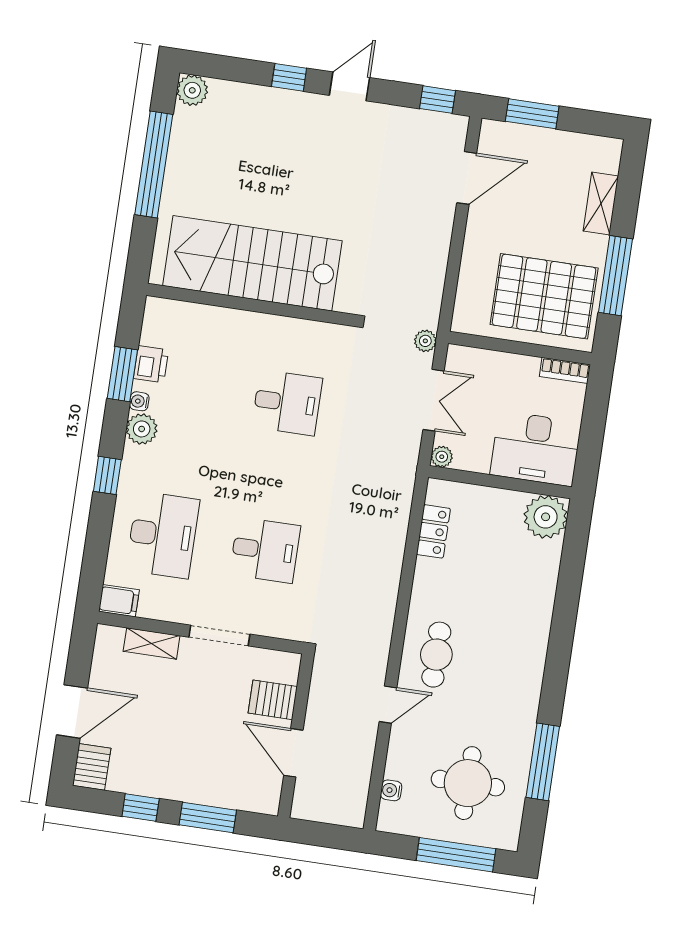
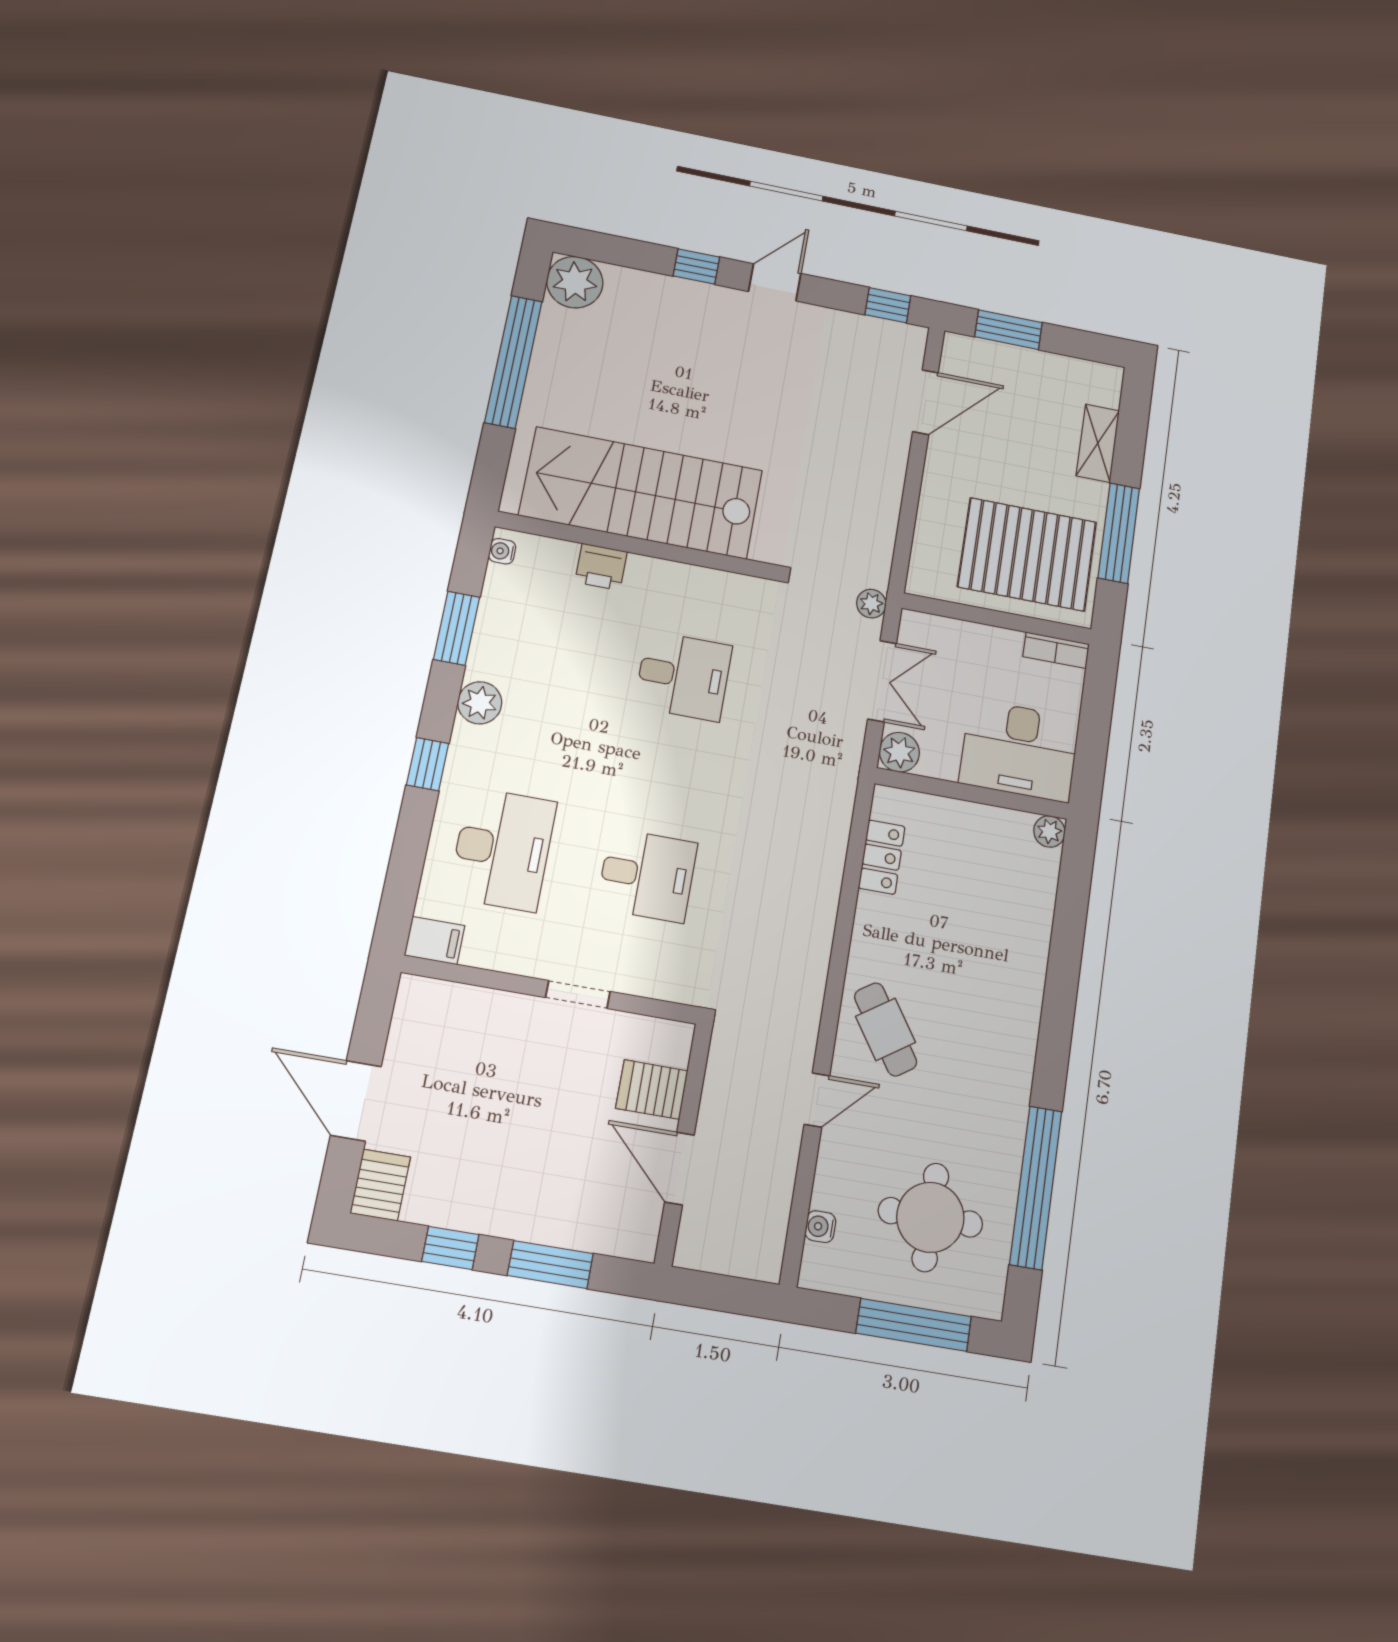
plant: (192, 90) -> (575, 282), width x1.36, depth x1.36
printer: (151, 364) -> (601, 567), moved, turned 90
water cooler: (139, 401) -> (502, 551), moved
plant: (442, 457) -> (899, 752), width x1.38, depth x1.38
plant: (546, 517) -> (1049, 831), width x0.53, depth x0.53
doorway: (219, 636) -> (578, 995), width x0.73
shelving: (152, 643) -> (479, 1003), removed
cafe table: (436, 655) -> (886, 1029), turned -34
door: (72, 711) -> (356, 1101), swing flipped
window: (543, 762) -> (1036, 1187), width x1.46

